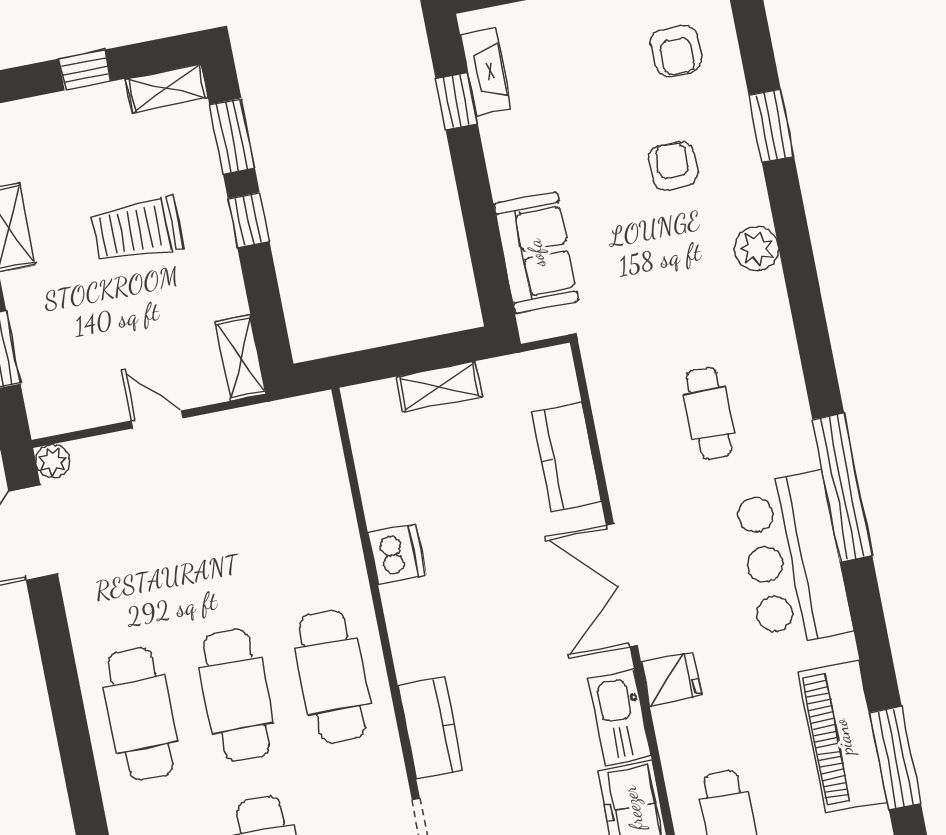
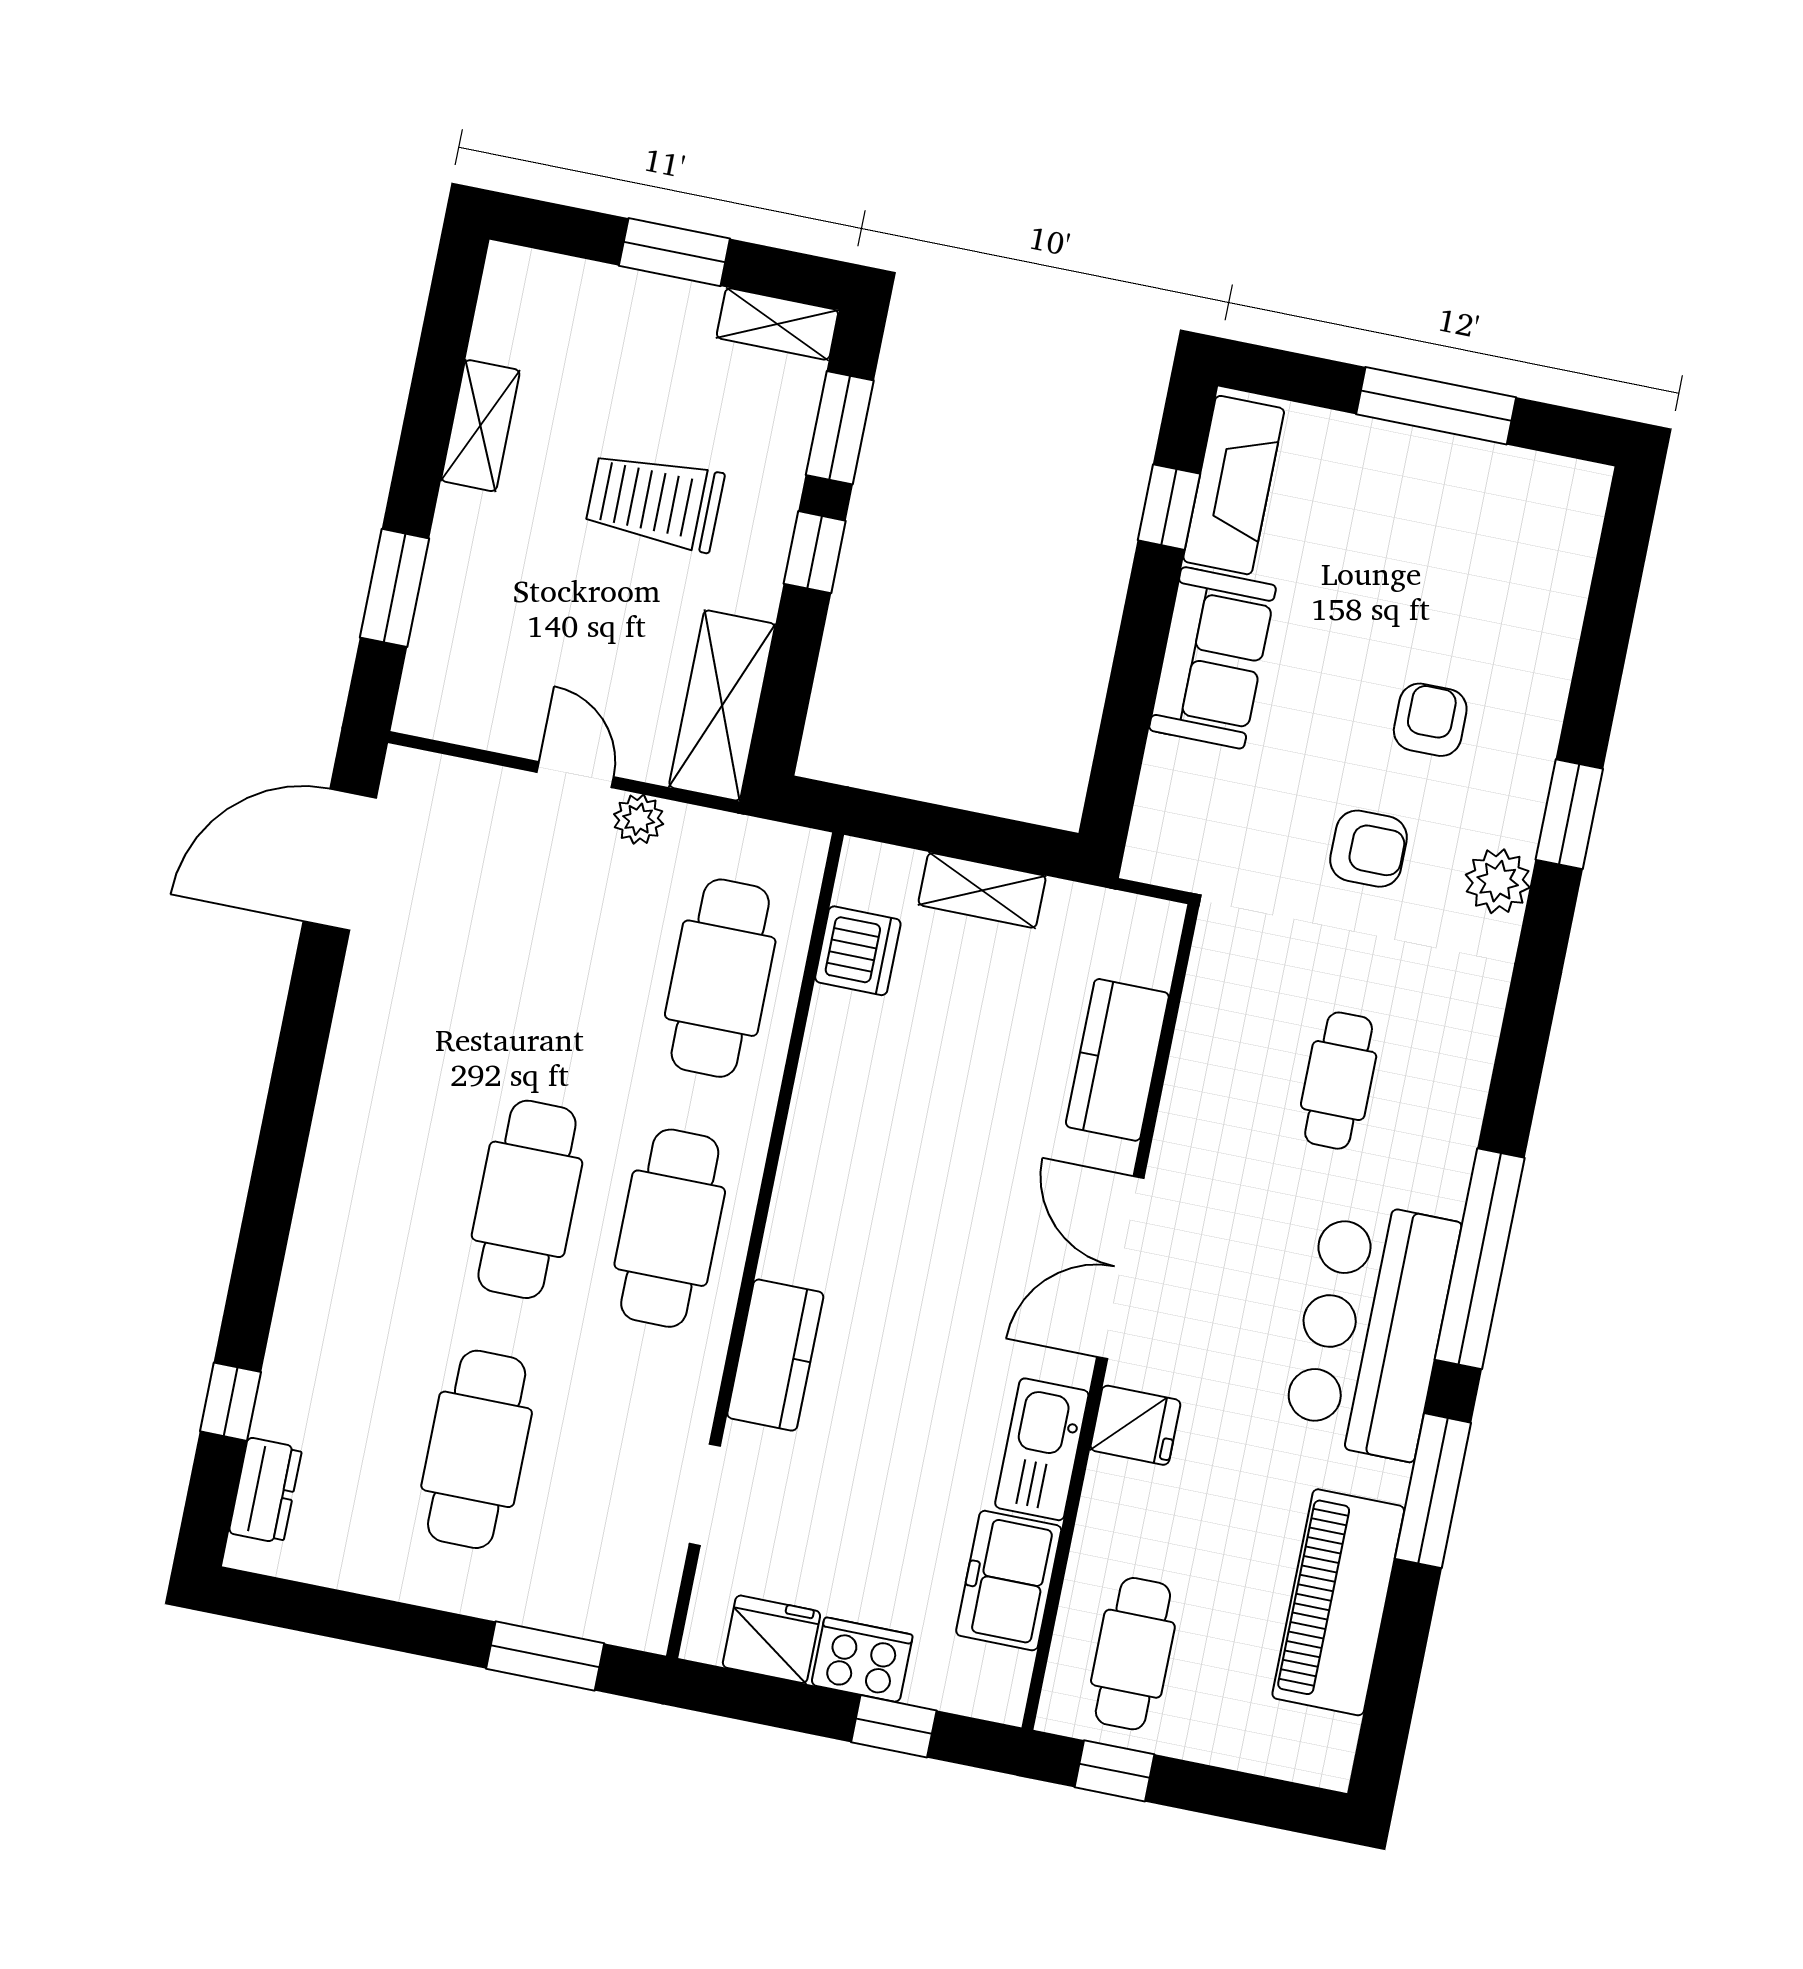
armchair: (676, 51) -> (1369, 849), moved, turned -90
window: (85, 70) -> (674, 252), width x1.50
fireplace: (486, 72) -> (1234, 485), width x1.37, depth x1.32
window: (771, 126) -> (1569, 814), moved
sofa: (536, 253) -> (1213, 658), moved
shelving: (240, 358) -> (722, 705), width x1.50, depth x1.33
plant: (53, 461) -> (639, 819), moved
dishwasher: (397, 554) -> (858, 951), moved
cafe table: (141, 714) -> (720, 978), moved
window: (895, 758) -> (1433, 1491), moved

